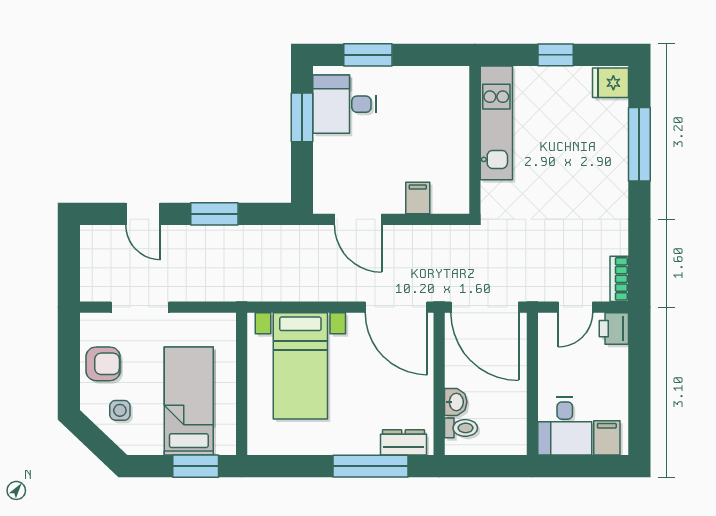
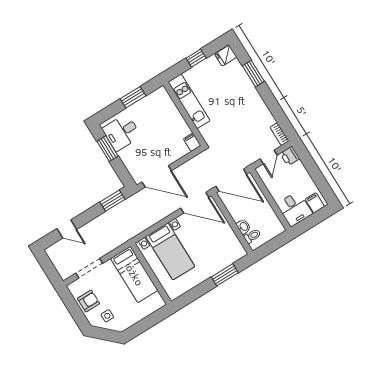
window: (368, 55) -> (133, 97), moved
window: (639, 144) -> (253, 74), width x0.69
filing cabinet: (418, 198) -> (192, 142), moved
window: (214, 214) -> (112, 201), moved
door: (358, 219) -> (157, 176), width x1.36
bed: (189, 401) -> (134, 274), moved, turned 180
dresser: (403, 442) -> (232, 257), removed
window: (196, 466) -> (153, 319), removed
window: (370, 466) -> (225, 275), width x0.69

